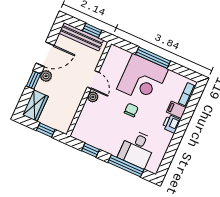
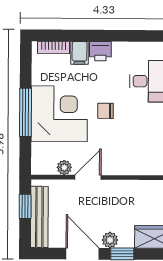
plant: (93, 97) -> (64, 167), moved

